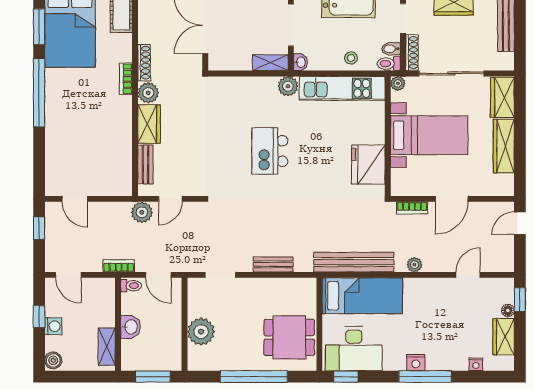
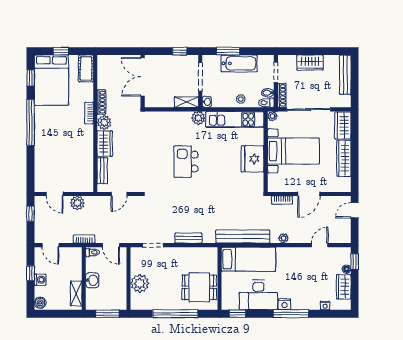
window: (39, 27) -> (31, 78), width x0.67
fridge: (368, 165) -> (252, 159), moved
plant: (142, 212) -> (77, 203), moved
desk: (354, 349) -> (258, 295), moved

